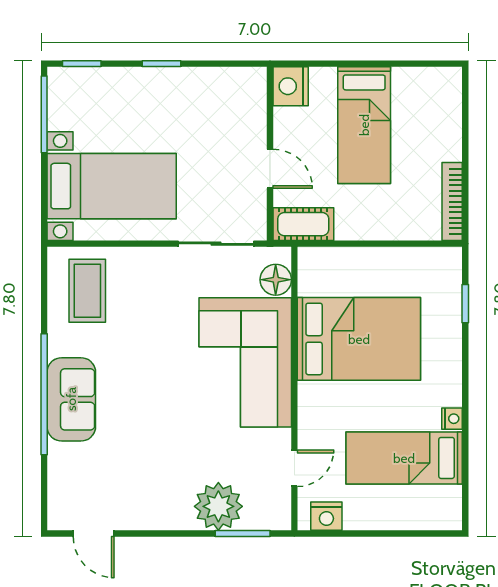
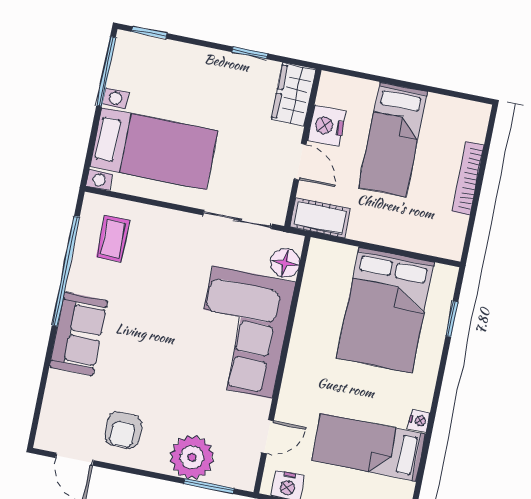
window: (161, 64) -> (250, 53), moved
nightstand: (291, 86) -> (327, 126), moved
wardrobe: (249, 98) -> (293, 94), added
bookcase: (452, 202) -> (468, 178), moved
coffee table: (87, 291) -> (113, 239), width x0.73, depth x0.77
bed: (359, 339) -> (385, 310), moved, turned 90
window: (44, 394) -> (66, 271), moved
armchair: (139, 492) -> (123, 430), added

